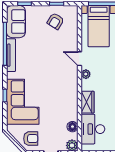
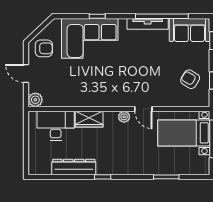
door: (79, 59) -> (143, 109), swing flipped
floor lamp: (72, 127) -> (59, 100), removed
armchair: (31, 139) -> (44, 48), turned -90

